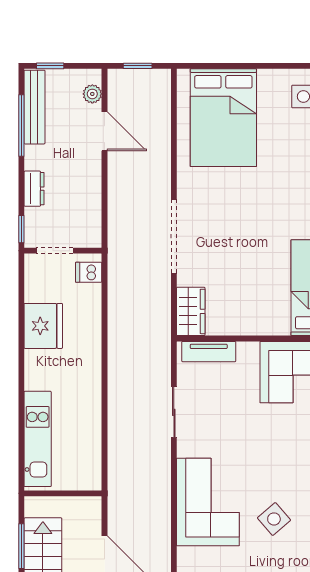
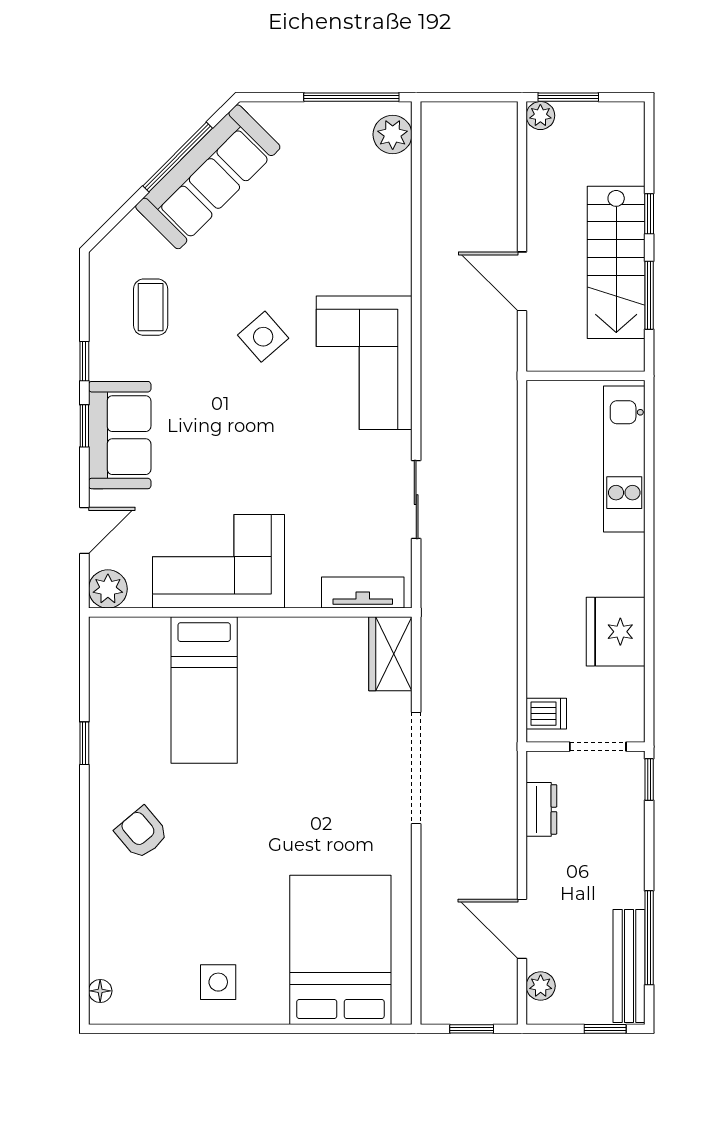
dresser: (34, 189) -> (541, 809), moved, turned 180

